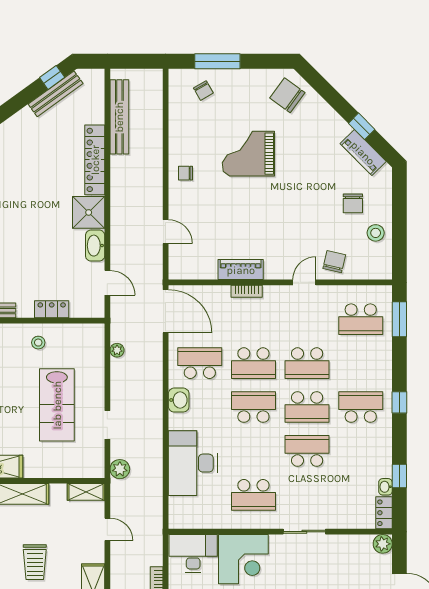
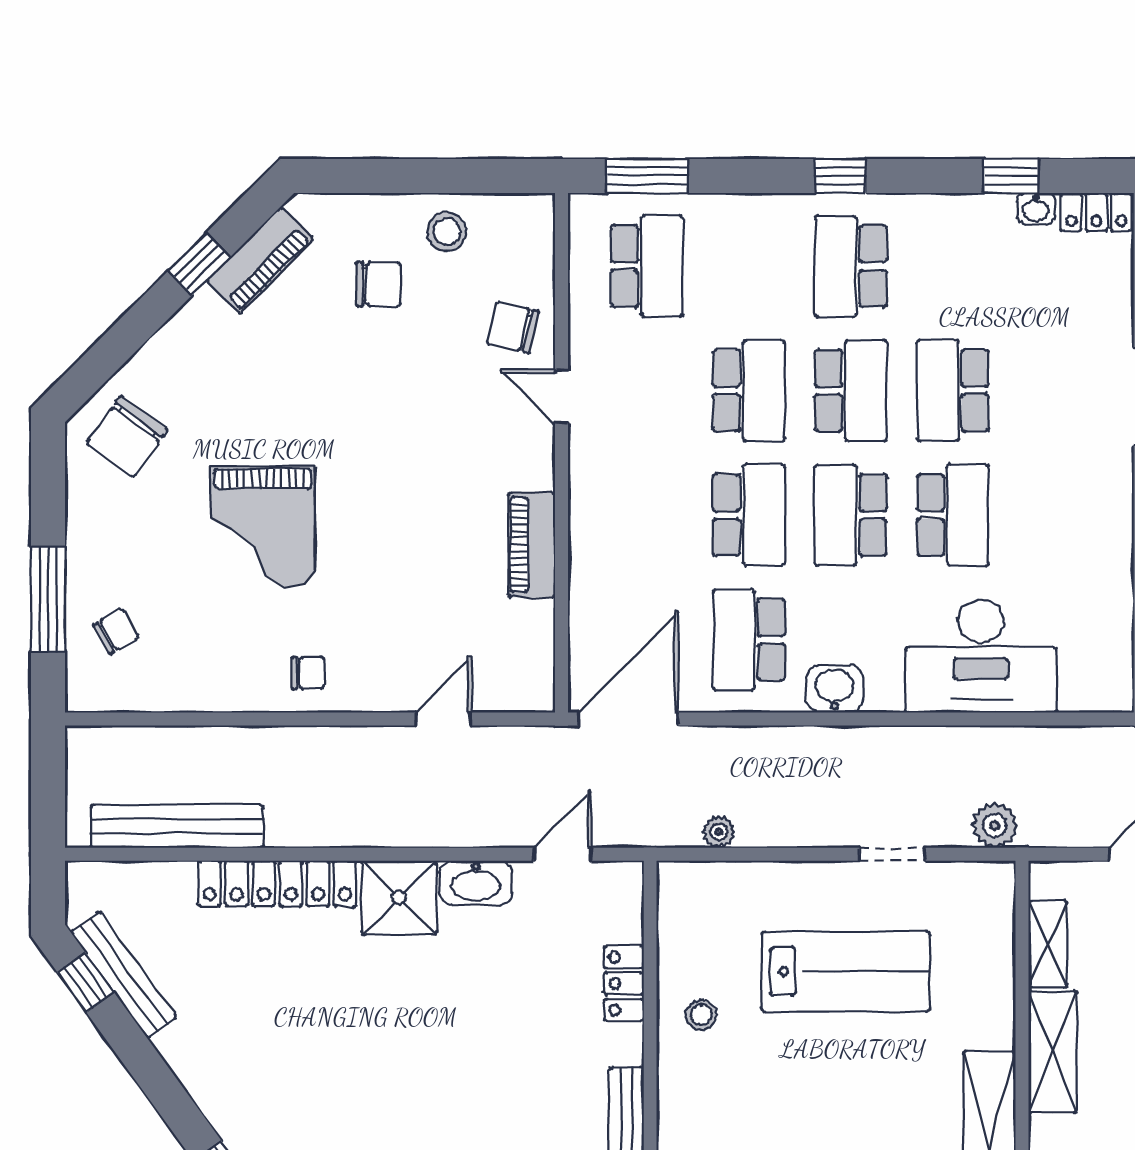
chair: (185, 173) -> (308, 673), turned -90
bookcase: (247, 291) -> (582, 531), removed
shelving: (86, 492) -> (1048, 944), moved
school desk: (253, 495) -> (953, 515), moved

